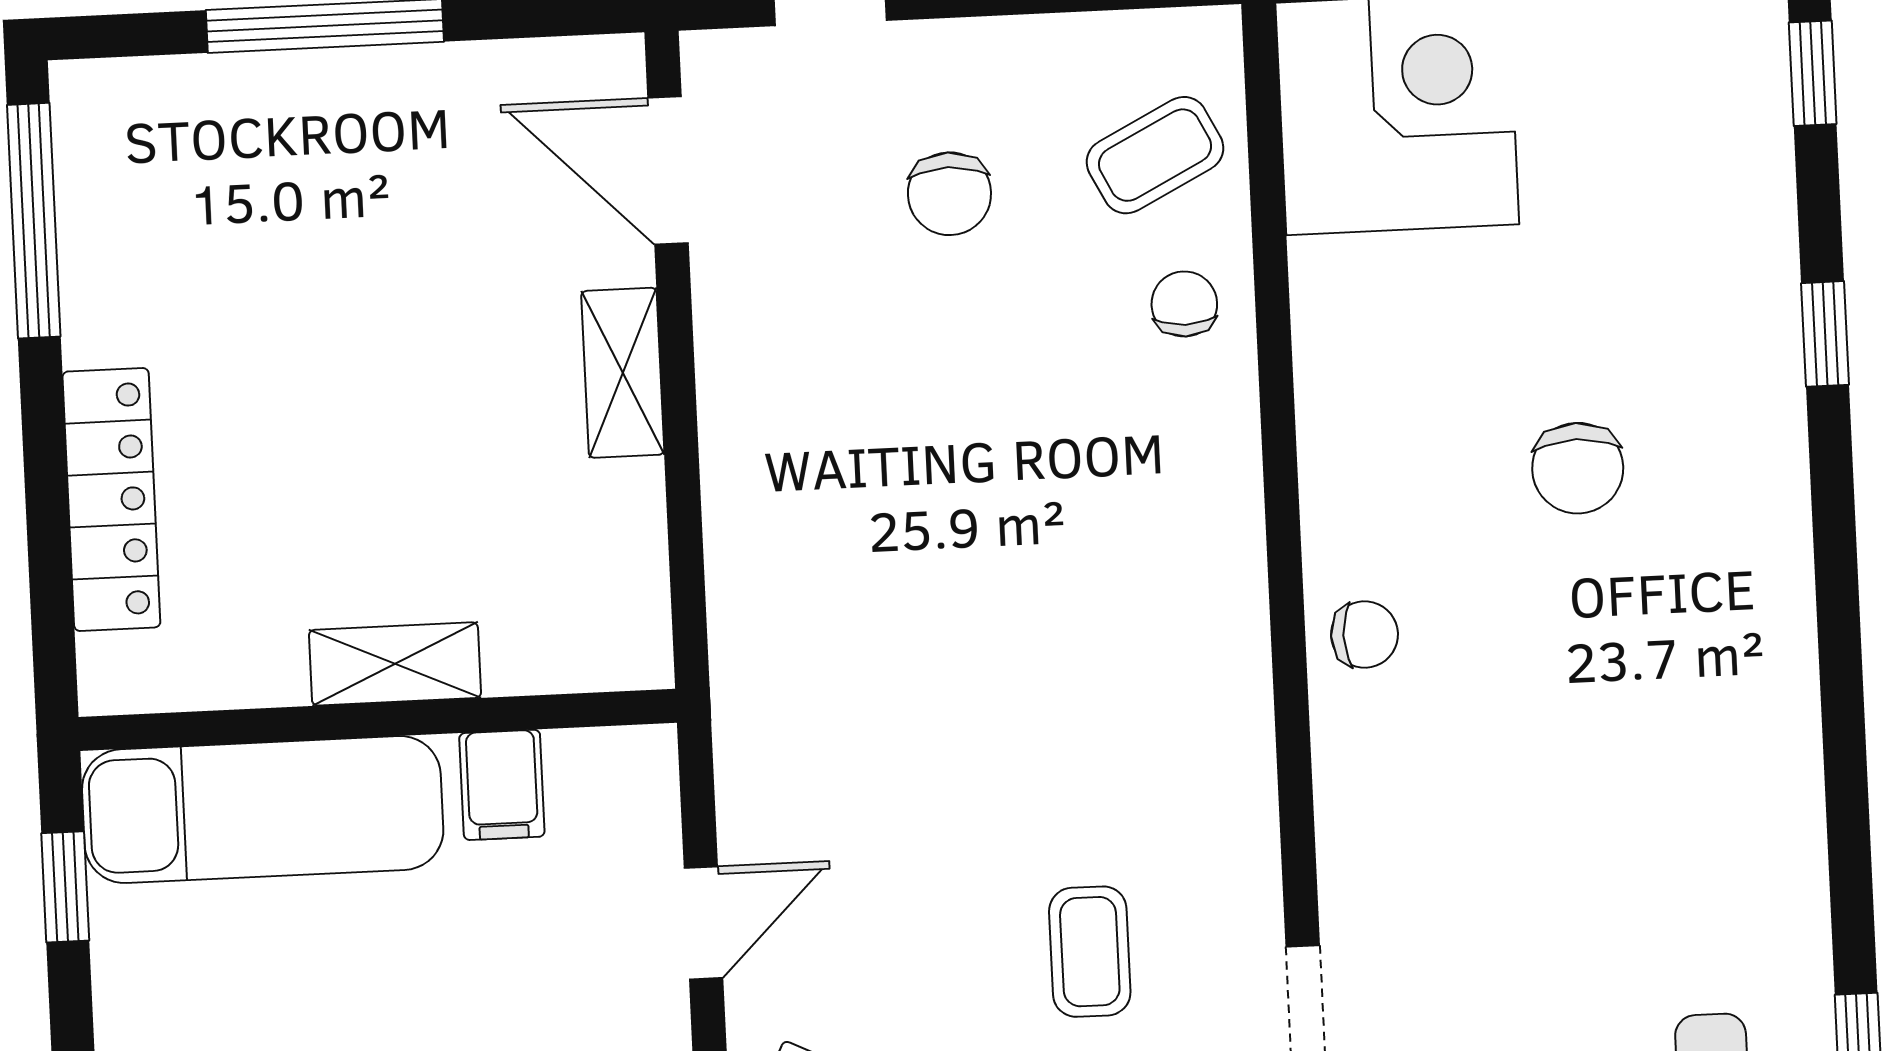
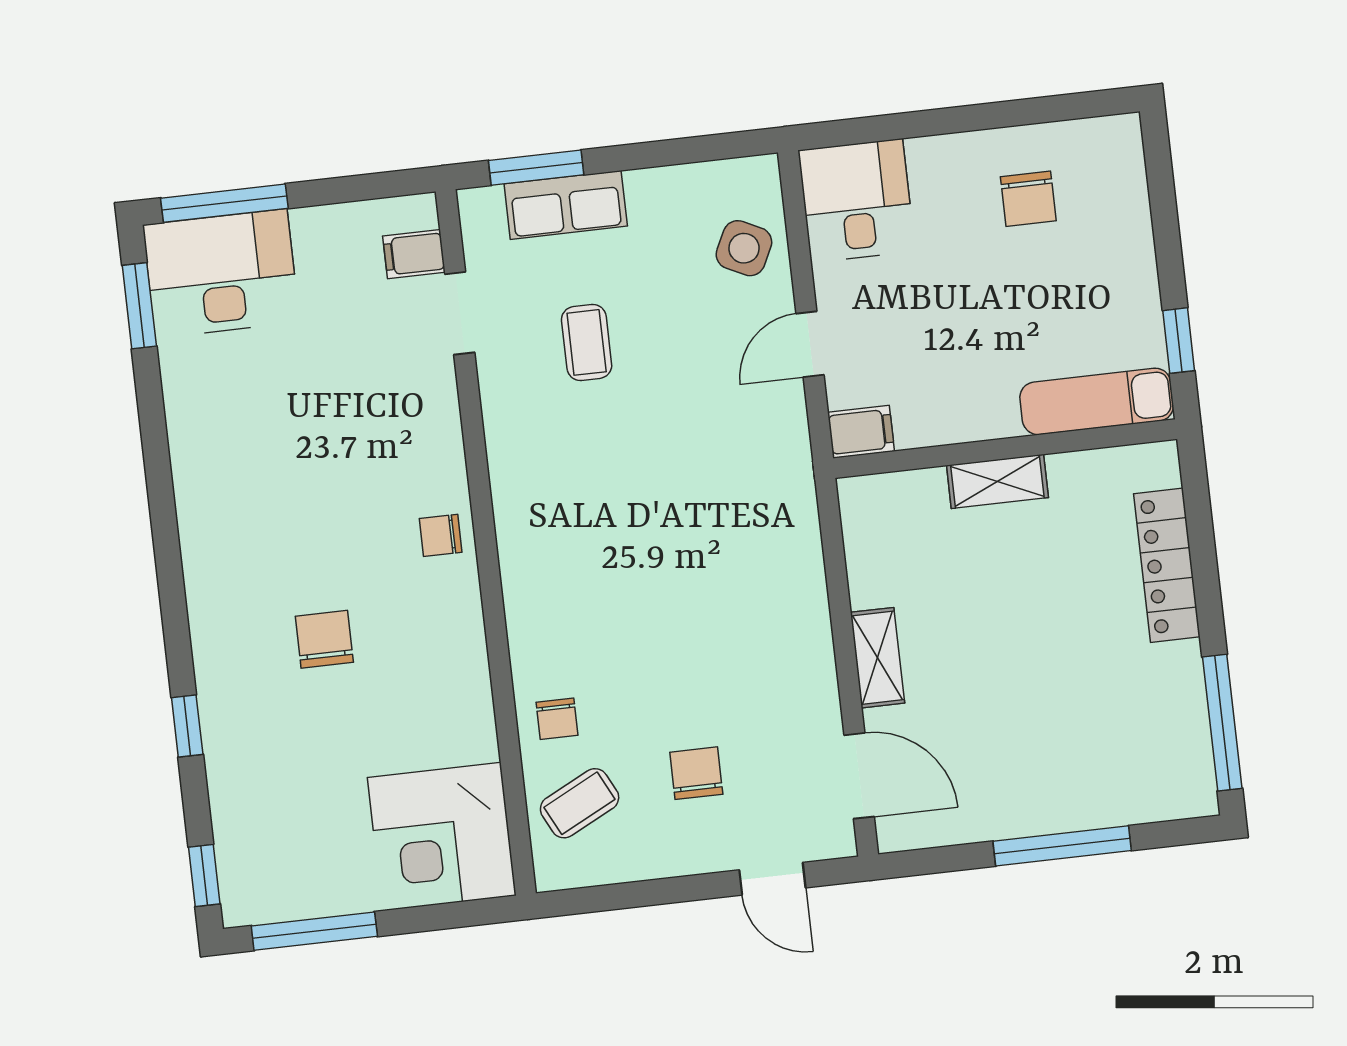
filing cabinet: (502, 785) -> (861, 432), moved, turned 90
exam couch: (263, 810) -> (1097, 401), width x0.73, depth x0.69

